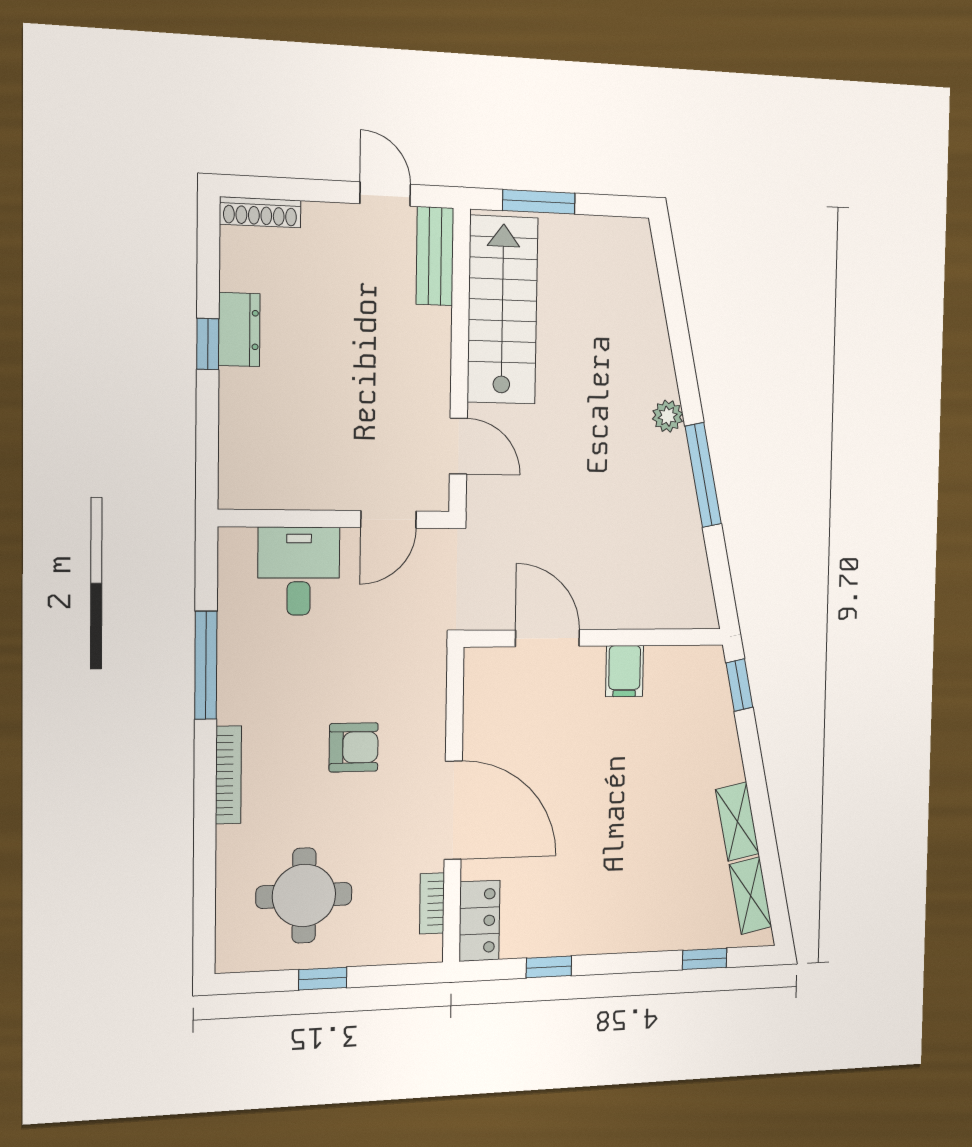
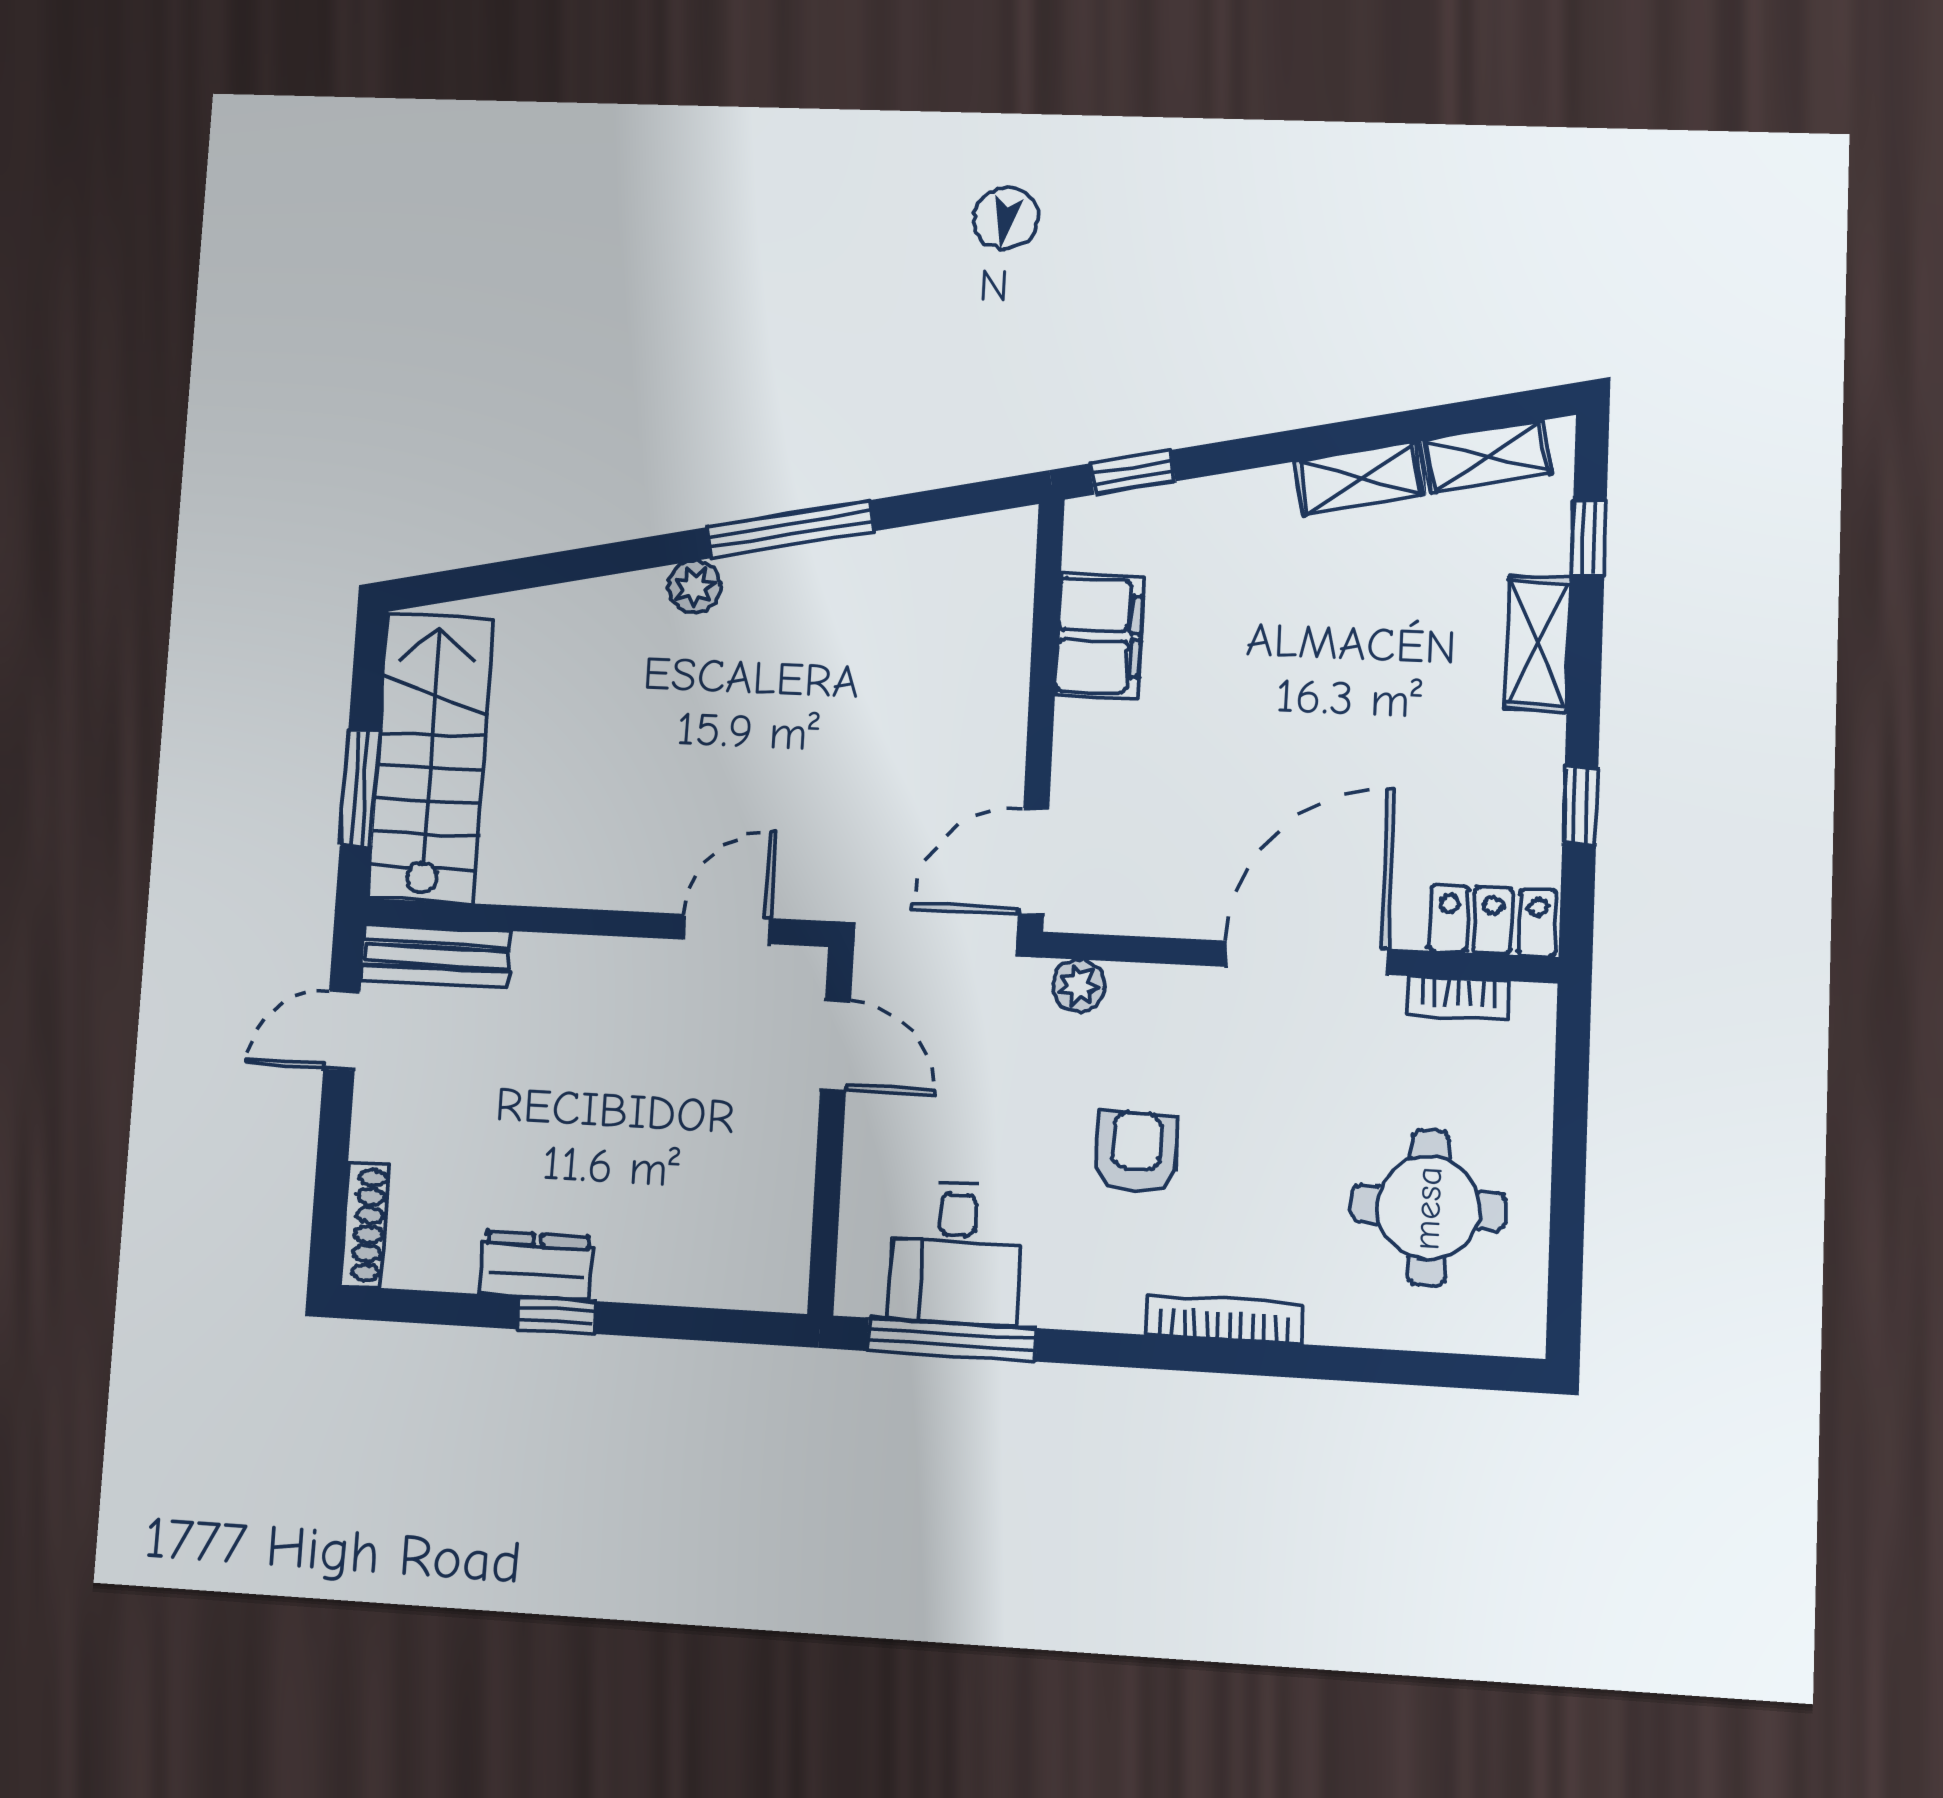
stairs: (502, 310) -> (431, 758), moved, turned 90
desk: (299, 571) -> (956, 1253), moved, turned -90
door: (547, 638) -> (1034, 862), moved
window: (206, 665) -> (952, 1340), moved
plant: (431, 671) -> (1078, 986), added
filing cabinet: (625, 671) -> (1099, 636), width x2.00
armchair: (354, 747) -> (1137, 1152), moved
shelving: (643, 934) -> (1538, 643), added
window: (323, 979) -> (1568, 1184), removed

